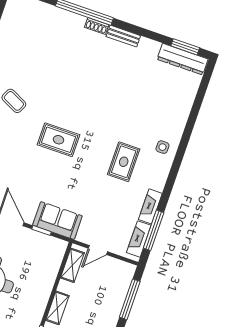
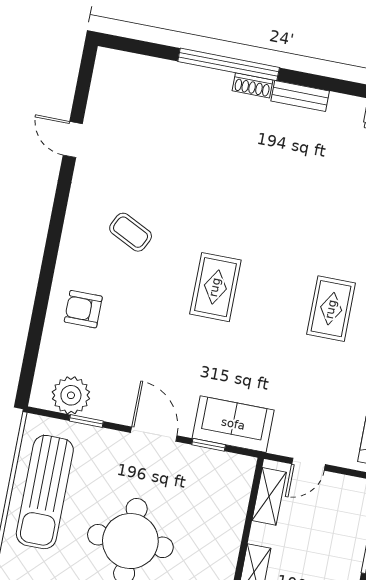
rug: (58, 140) -> (215, 287), turned 90

